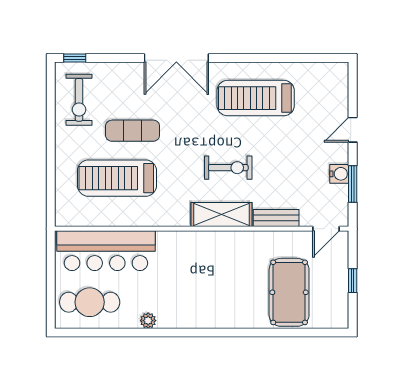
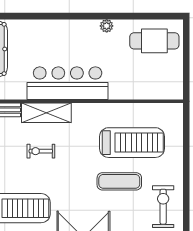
exercise bike: (228, 168) -> (41, 151), width x0.73, depth x0.72
bar counter: (106, 251) -> (68, 83), moved

